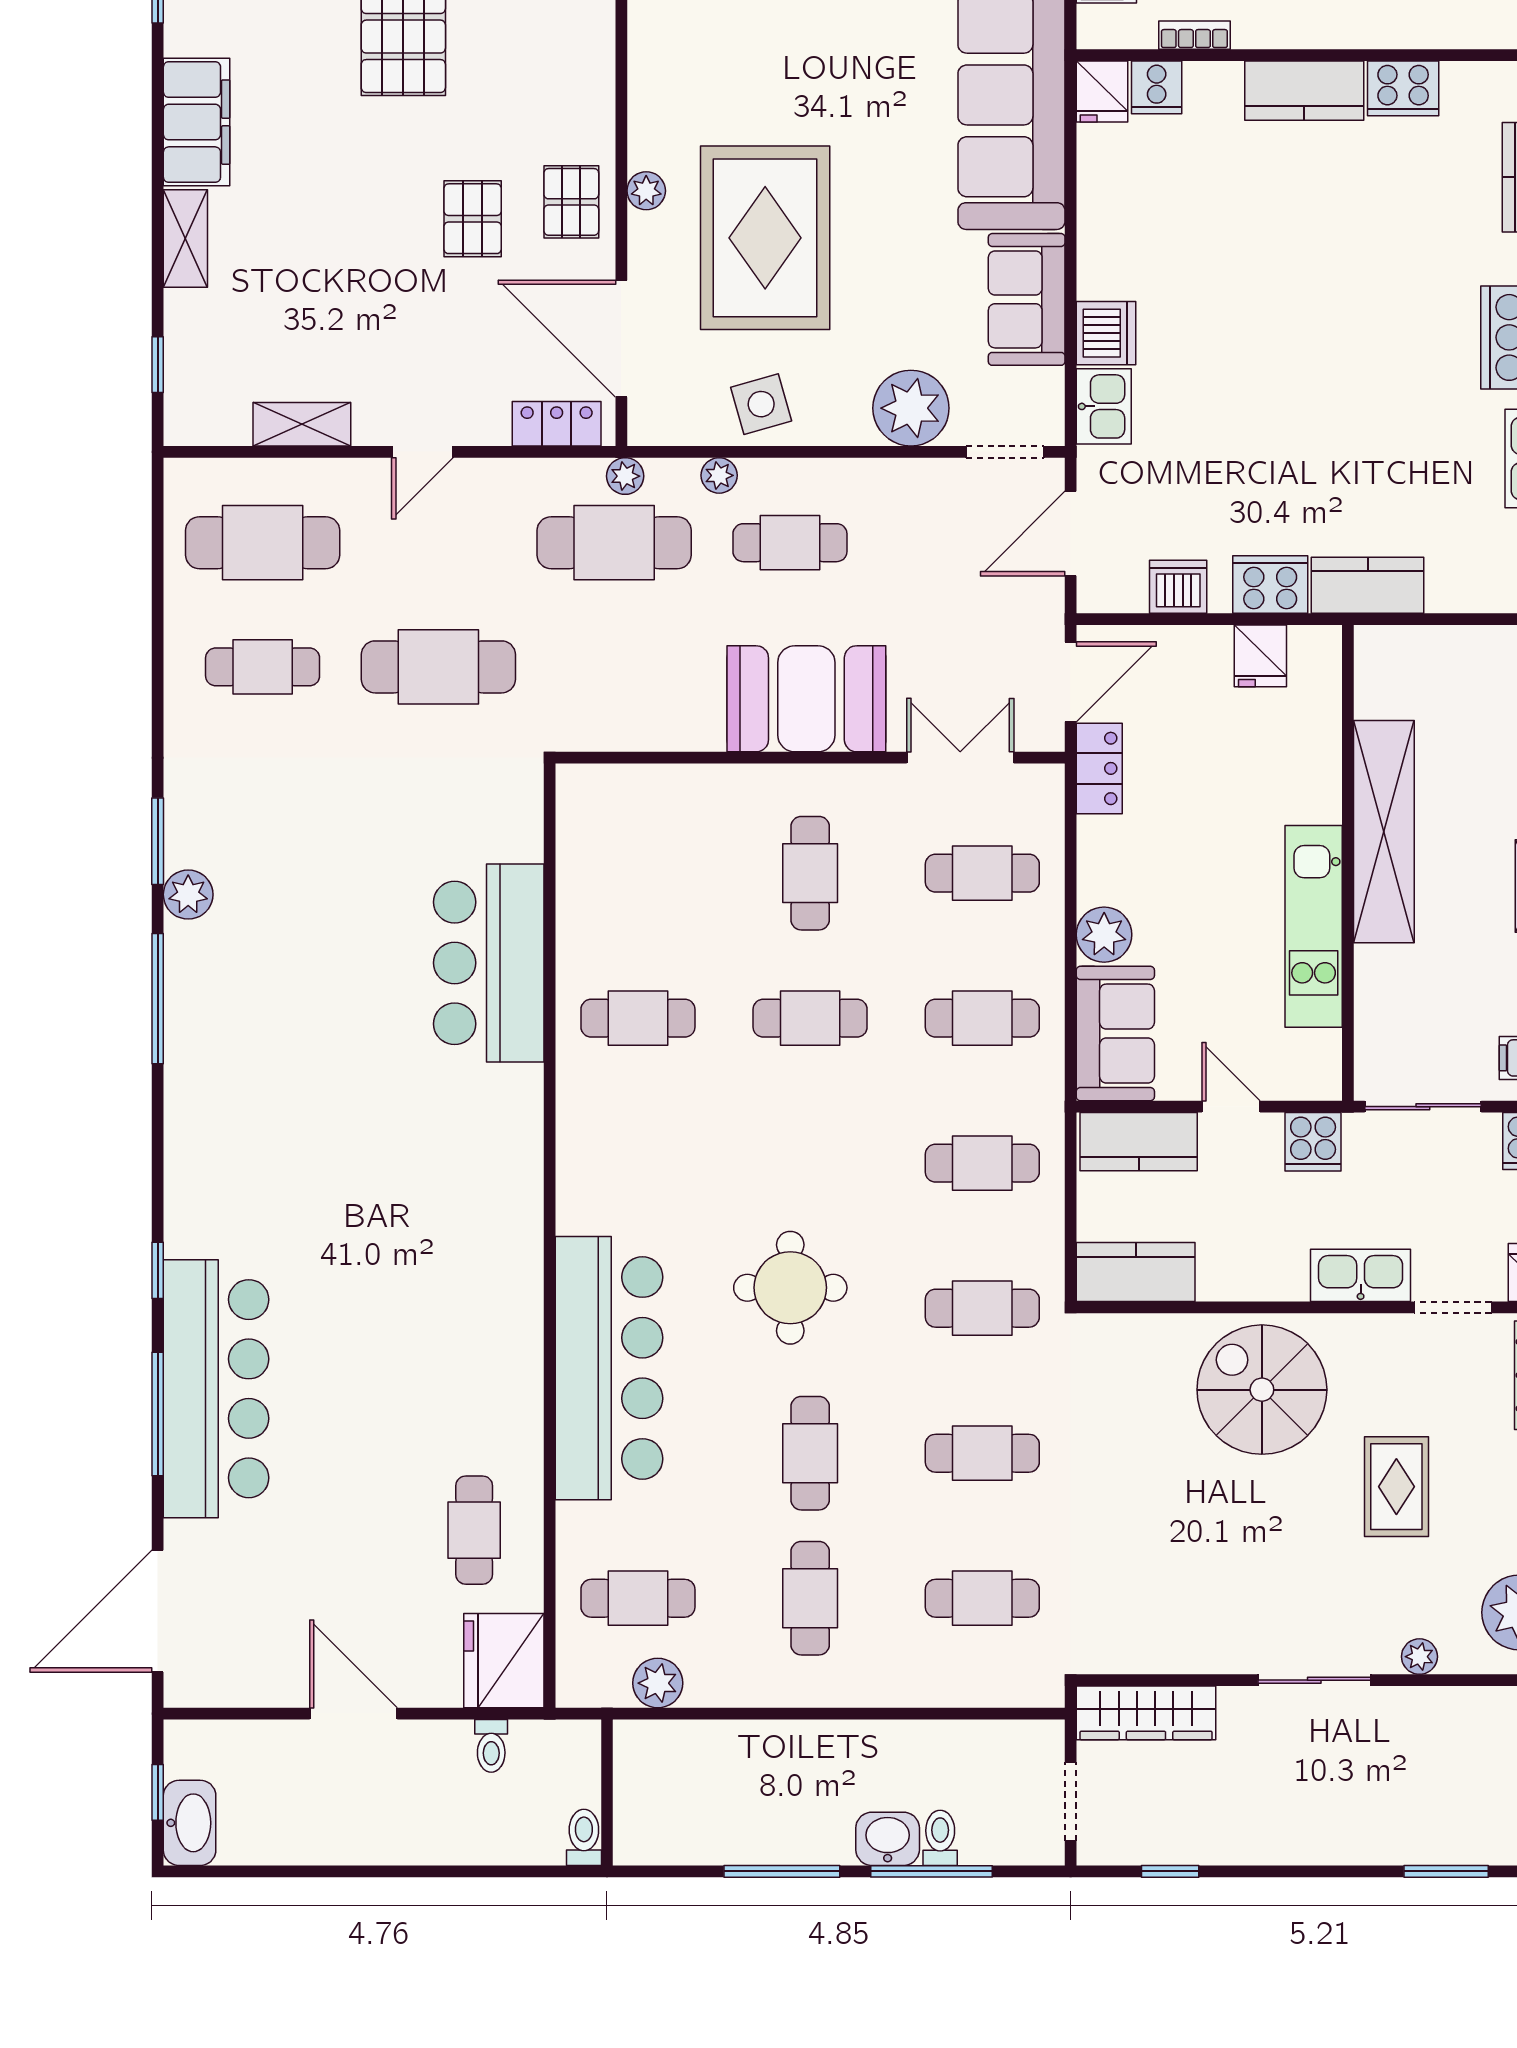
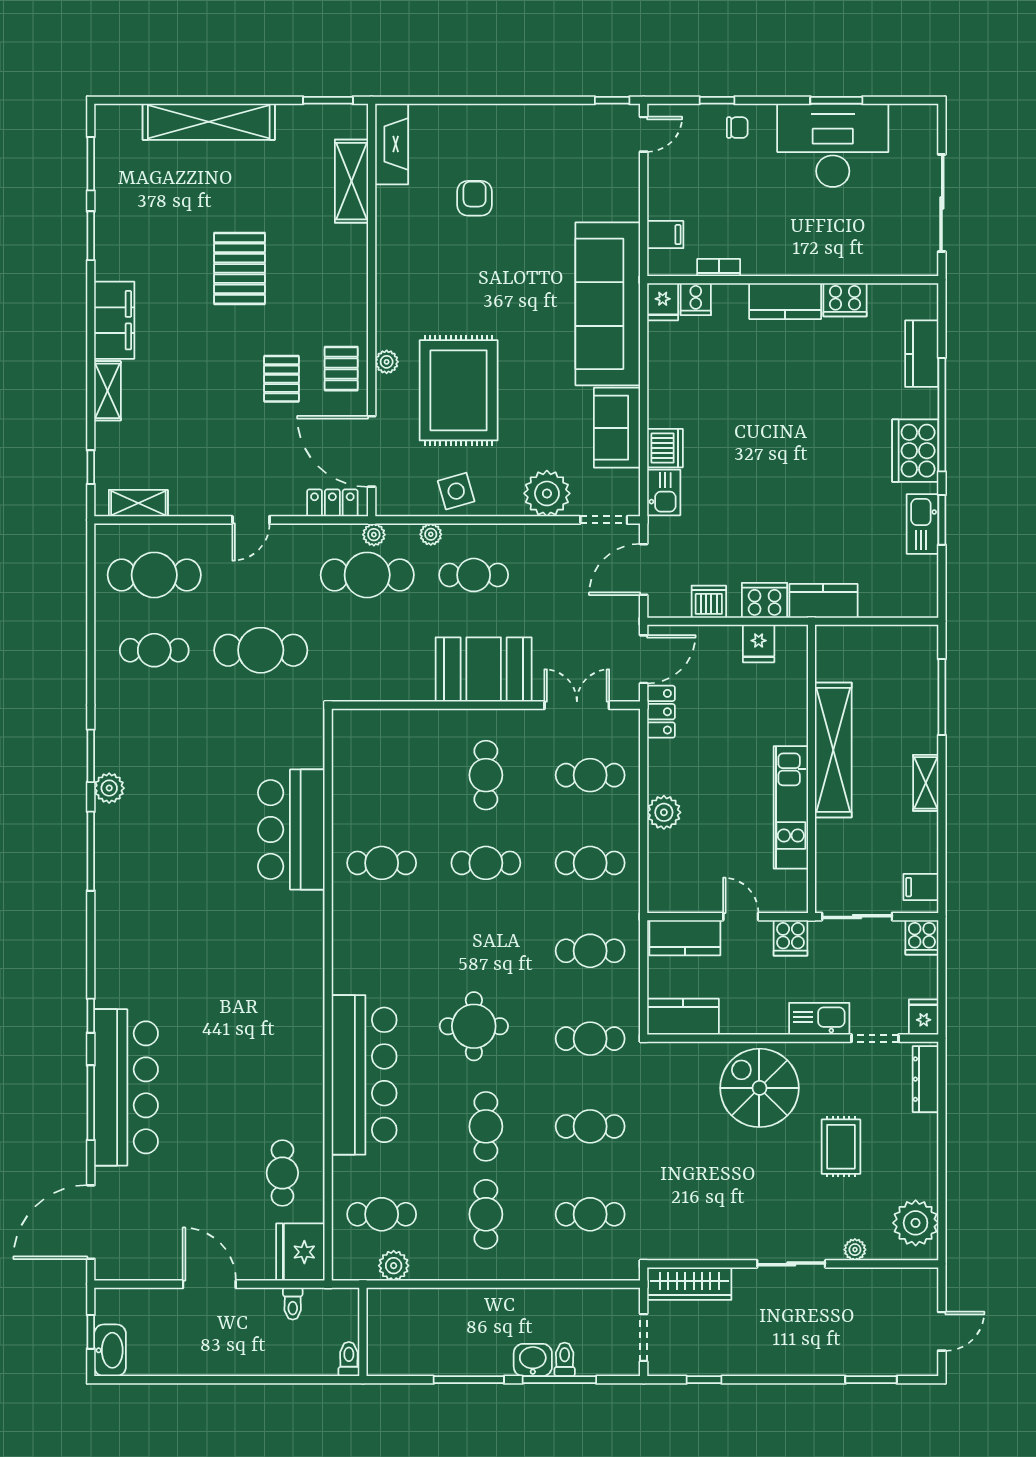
shelving: (302, 424) -> (138, 503), moved
sofa: (1115, 1034) -> (671, 872), removed

